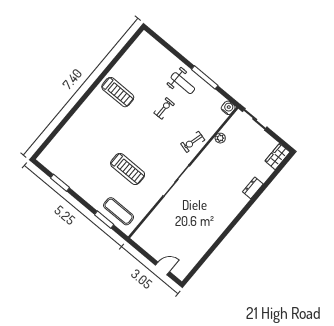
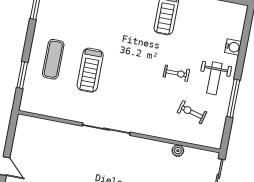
water cooler: (228, 108) -> (233, 47), moved
exercise bike: (193, 142) -> (192, 112), moved
exercise mat: (119, 211) -> (53, 59), moved

